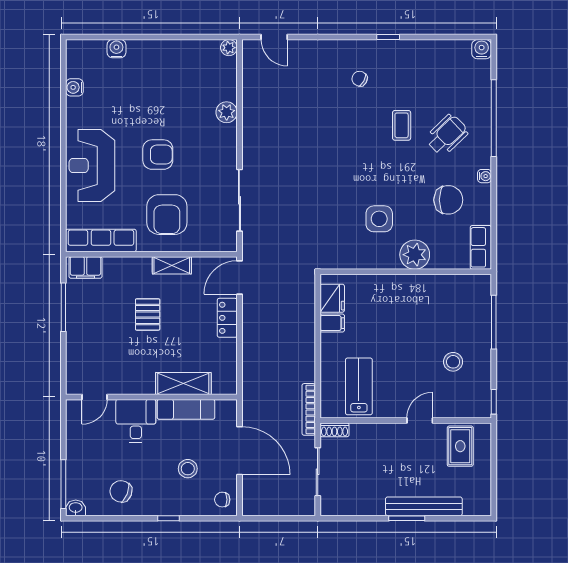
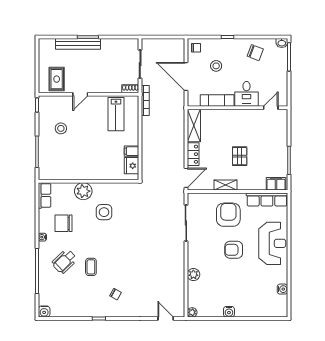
water cooler: (116, 49) -> (229, 312), moved
shelving: (183, 383) -> (194, 126), moved, turned 90

